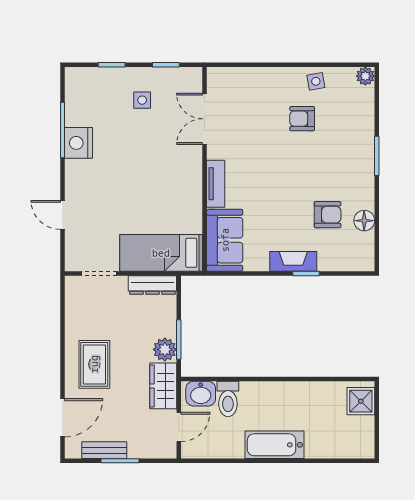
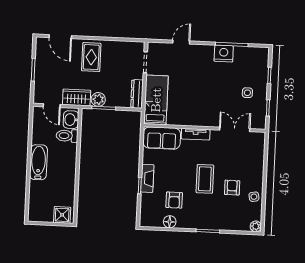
coffee table: (290, 165) -> (205, 179), added
rug: (94, 364) -> (91, 57), turned 90
bench: (104, 450) -> (40, 61), removed

